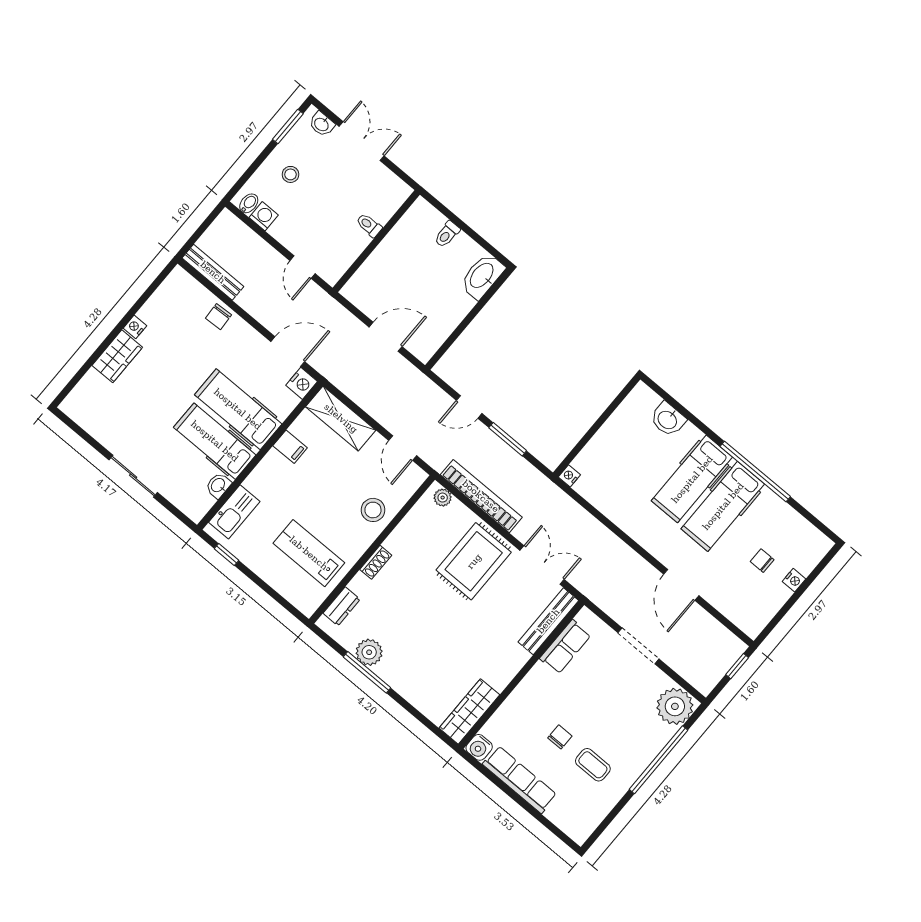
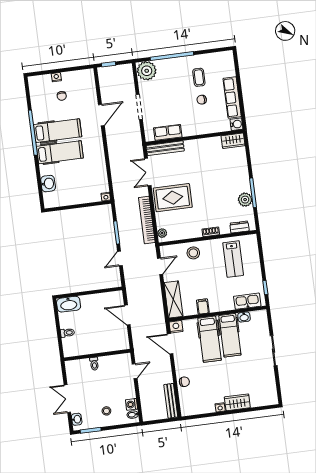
door: (469, 407) -> (120, 259), swing flipped
wardrobe: (469, 711) -> (233, 141), width x0.67

